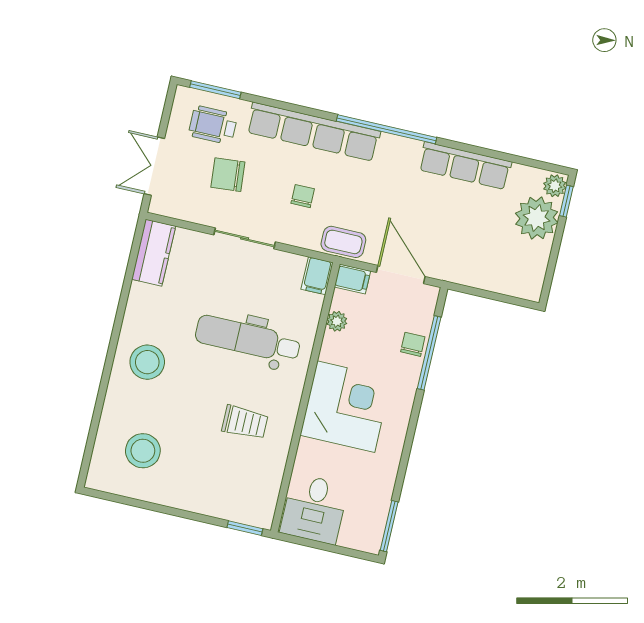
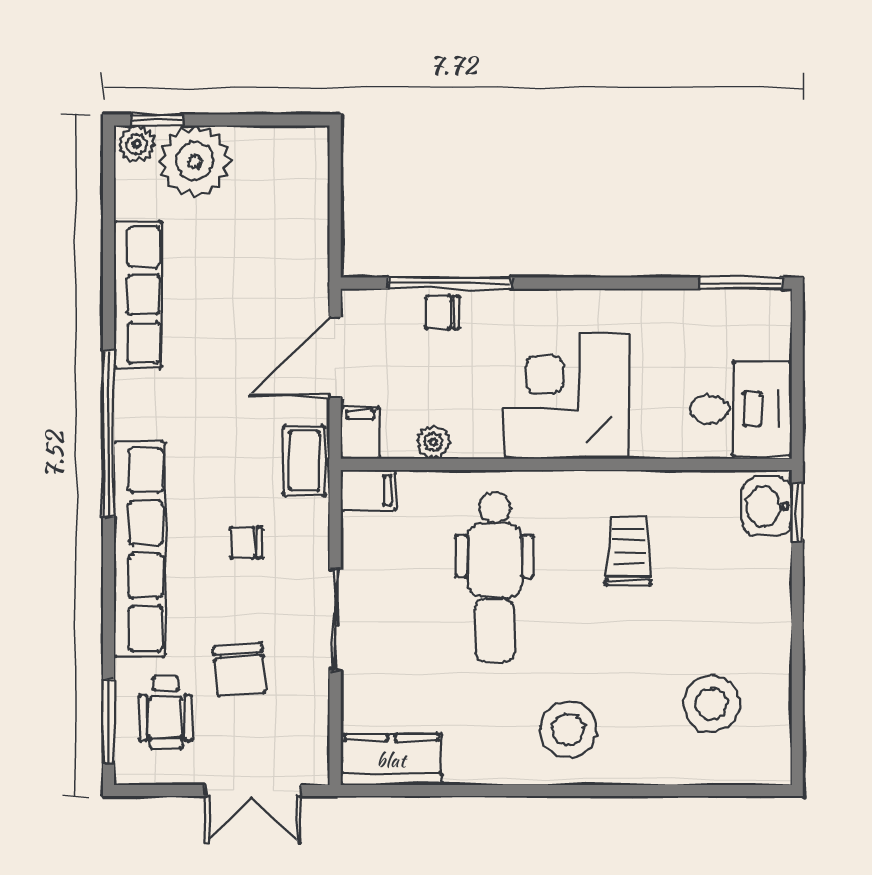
washbasin: (253, 511) -> (767, 506), added

